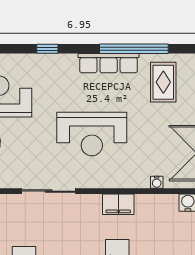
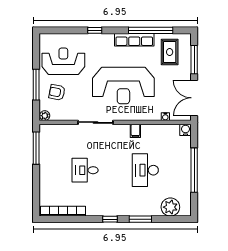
reception desk: (92, 134) -> (123, 86), width x1.36, depth x1.30
filing cabinet: (118, 204) -> (135, 131), width x0.50

